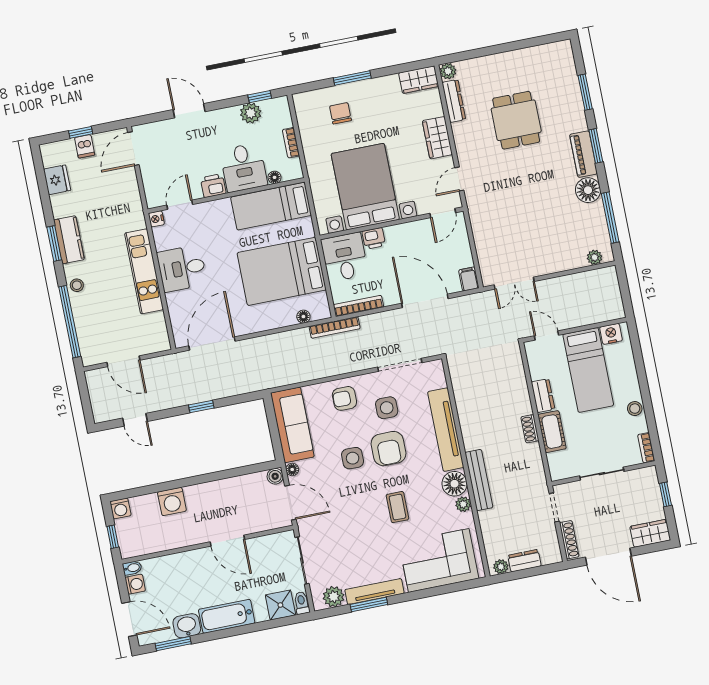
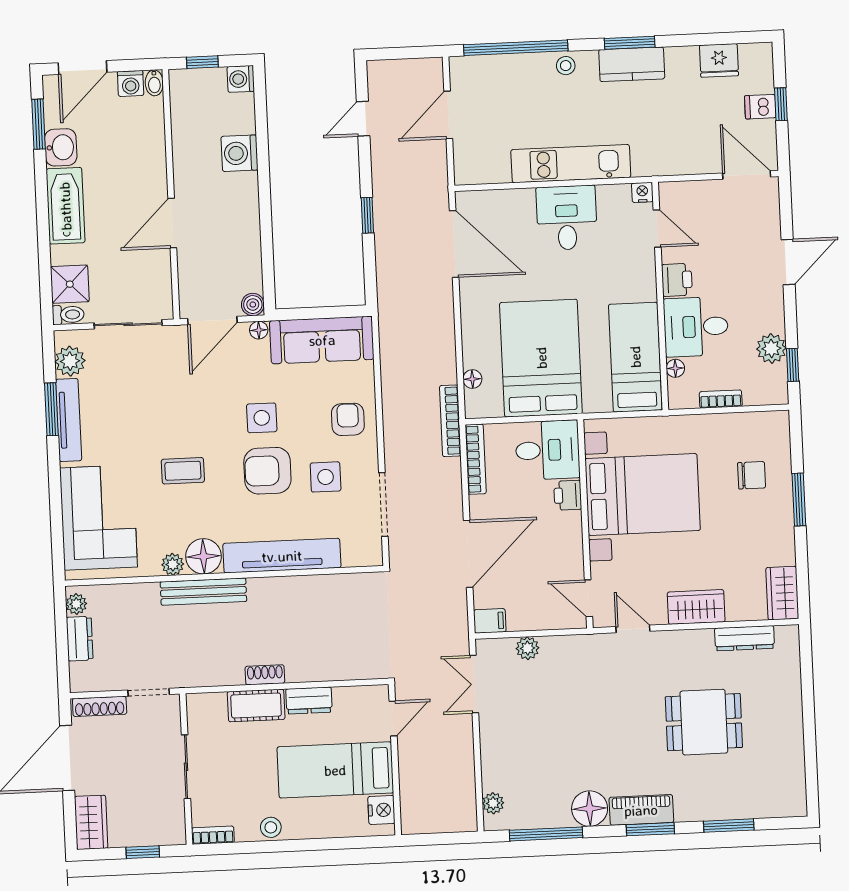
plant: (448, 71) -> (528, 648), moved

